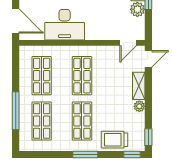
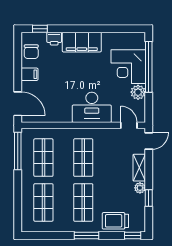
desk: (65, 25) -> (92, 107), moved
door: (128, 43) -> (129, 125), swing flipped
window: (16, 111) -> (18, 151), moved
window: (148, 137) -> (149, 198), moved

